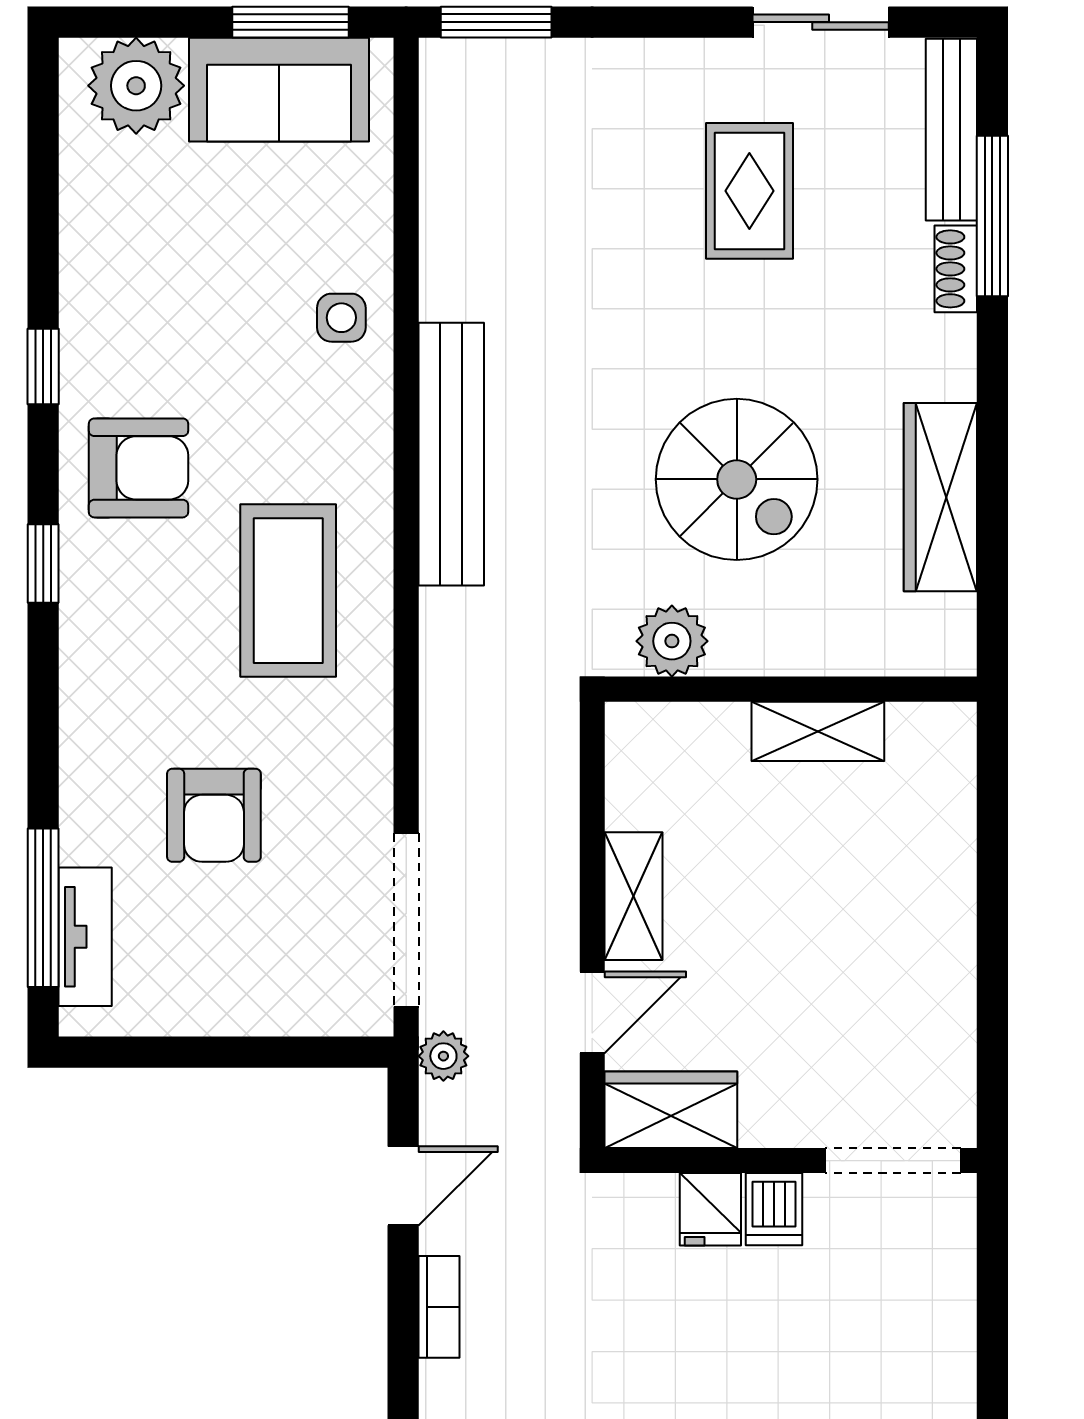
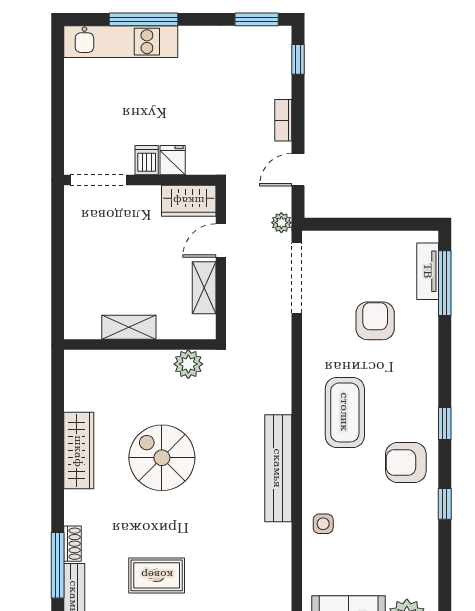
rug: (749, 191) -> (157, 575), turned 90
plant: (672, 641) -> (188, 364), moved
wall: (791, 689) -> (140, 344), moved
shelving: (818, 731) -> (129, 327), moved

